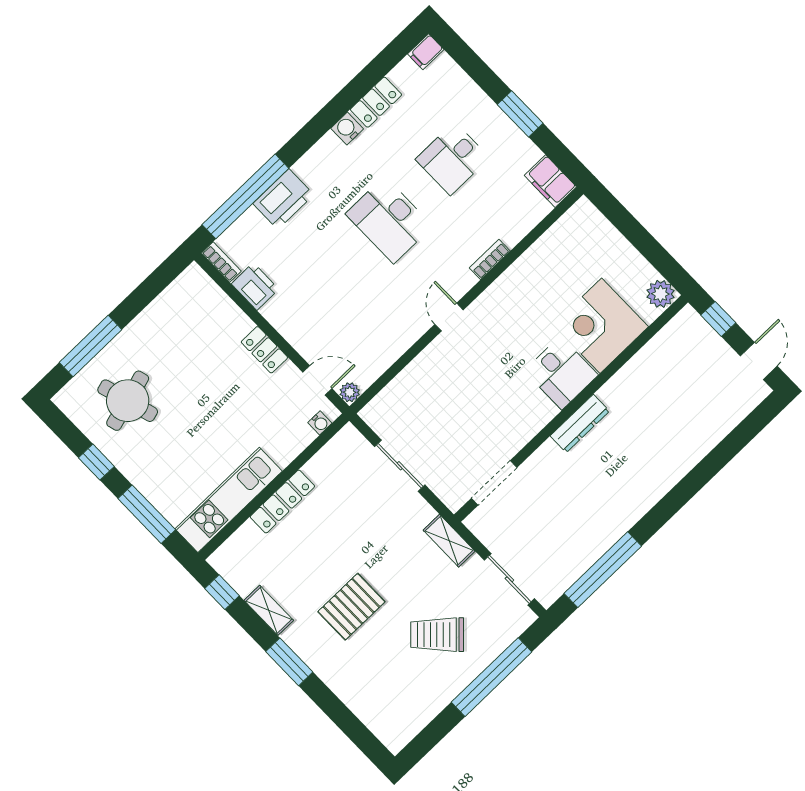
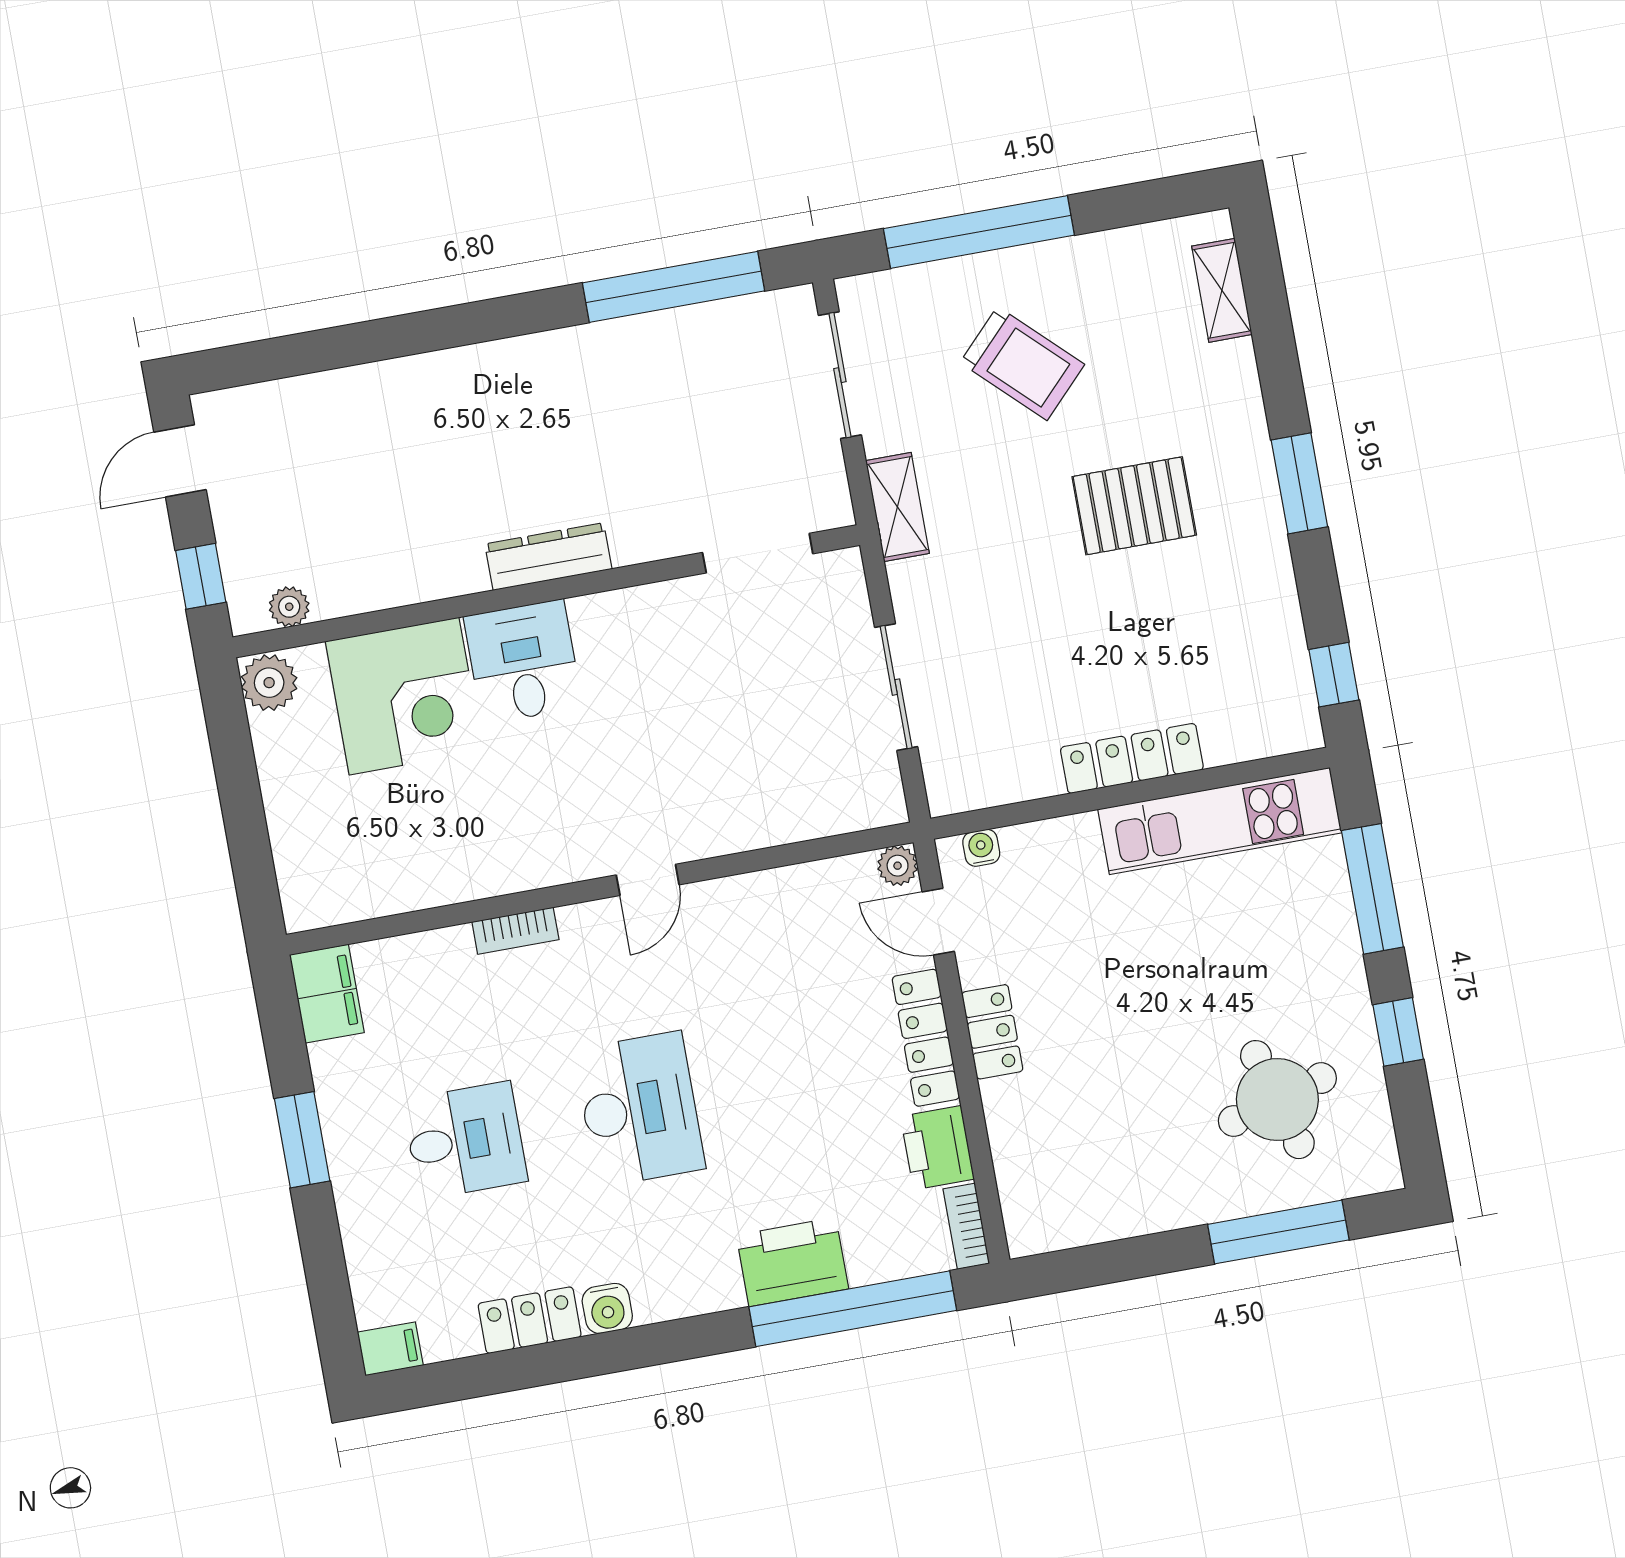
locker: (290, 329) -> (926, 1038), added
plant: (673, 331) -> (289, 607), added
shelving: (269, 610) -> (1222, 290), moved

